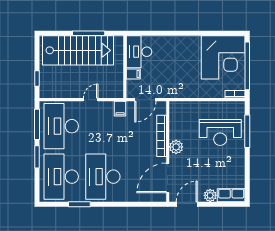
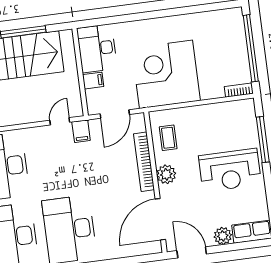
corner desk: (223, 57) -> (166, 74), moved, turned 180
door: (91, 100) -> (60, 121), moved
coffee table: (181, 121) -> (168, 138), added
reception desk: (220, 132) -> (230, 170), moved
door: (187, 204) -> (192, 252), hinge flipped

